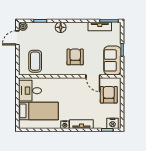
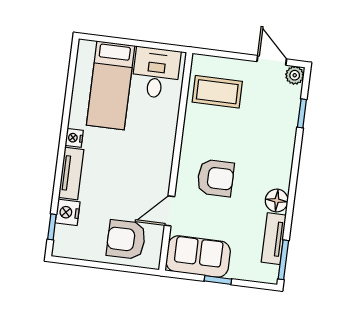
floor lamp: (61, 27) -> (277, 201), moved
armchair: (109, 95) -> (126, 240), turned 180
nightstand: (113, 123) -> (68, 212), moved

